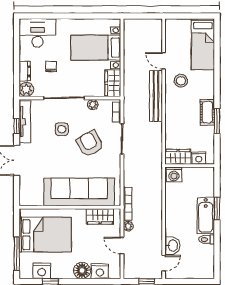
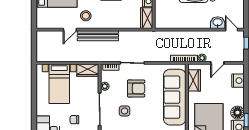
armchair: (90, 144) -> (136, 88), turned -151
washing machine: (174, 175) -> (161, 21), removed
floor lamp: (82, 270) -> (238, 113), moved

